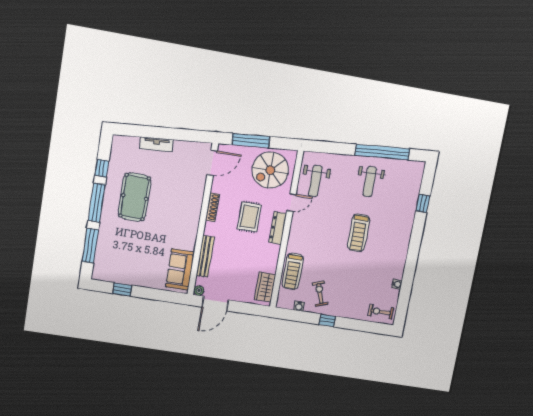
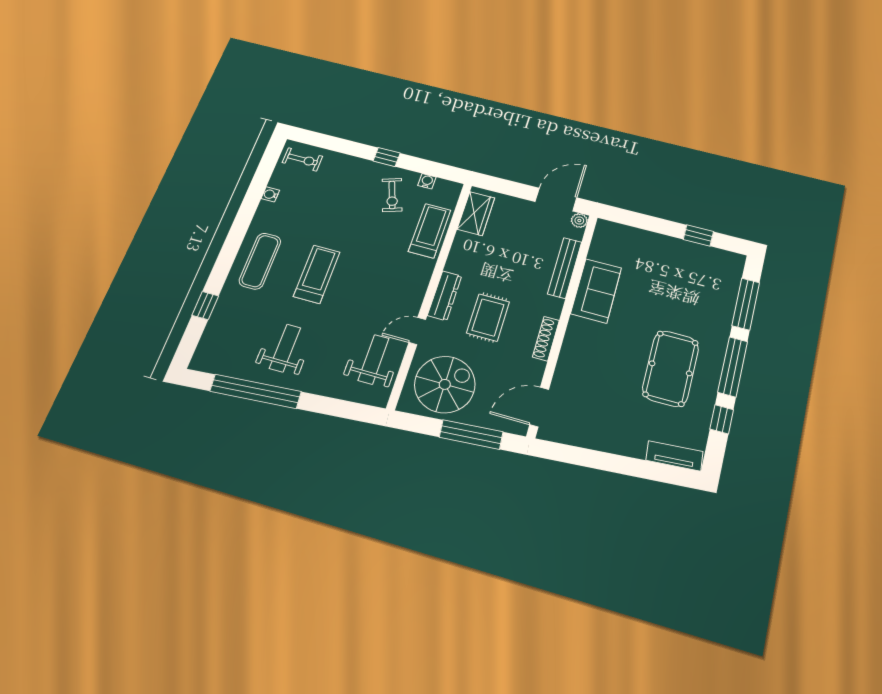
tv unit: (157, 144) -> (674, 456), moved
exercise mat: (395, 237) -> (260, 261), added
sofa: (180, 269) -> (596, 291), moved

